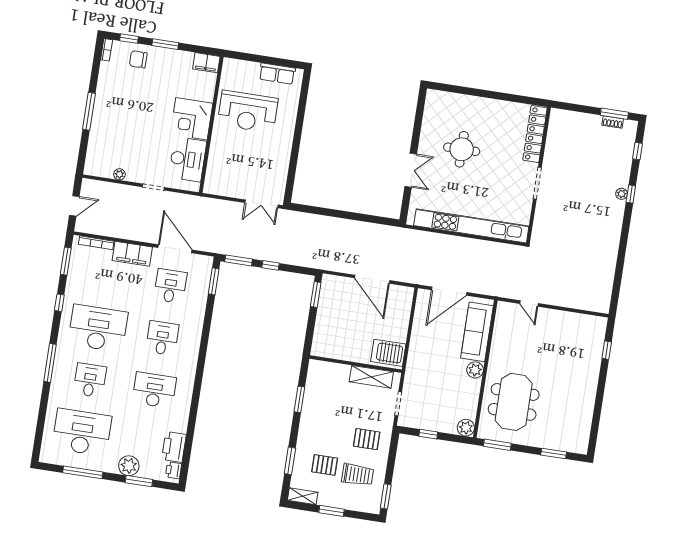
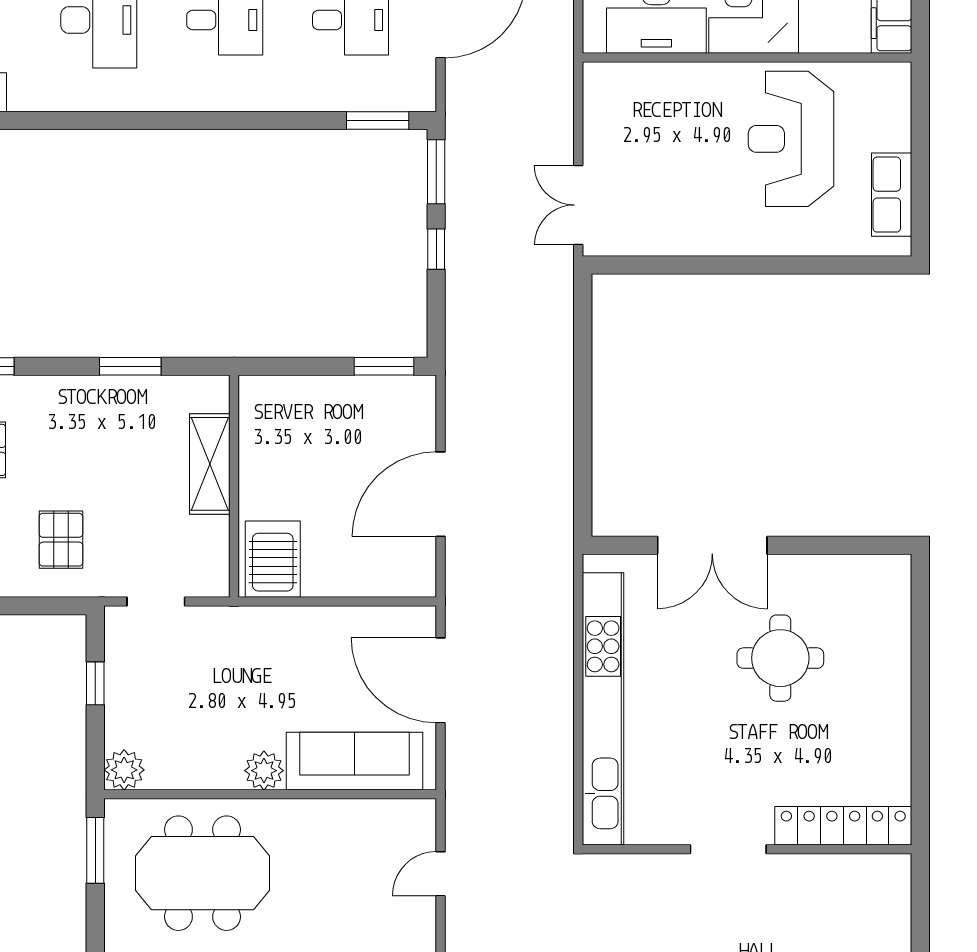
double door: (411, 170) -> (712, 545), width x1.37
shelving: (371, 377) -> (210, 464), moved

